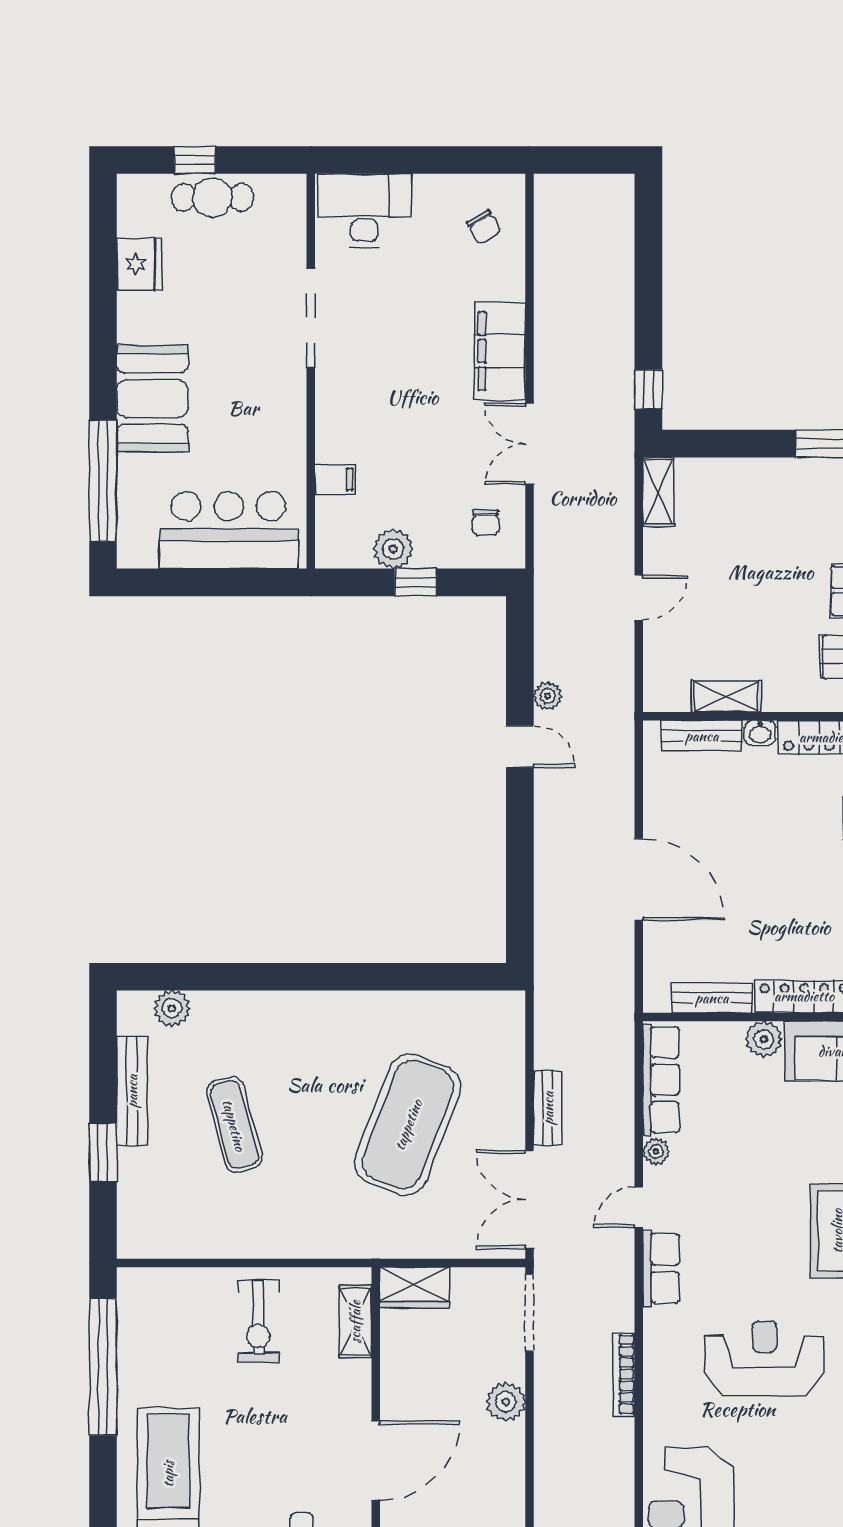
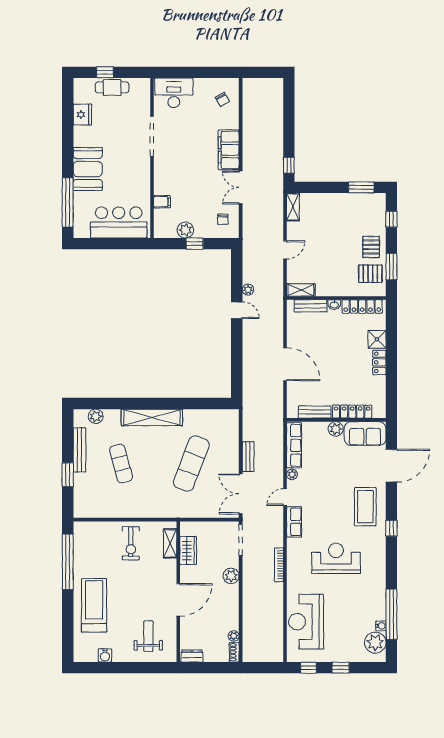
shelving: (726, 697) -> (301, 290), moved
shelving: (311, 1011) -> (152, 417), added
exercise mat: (408, 1125) -> (191, 464), width x0.68
wardrobe: (415, 1287) -> (188, 551), moved, turned -90

